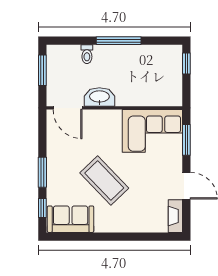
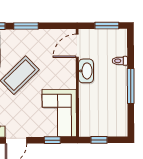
window: (186, 64) -> (99, 140), moved
window: (186, 140) -> (52, 140), width x0.67

